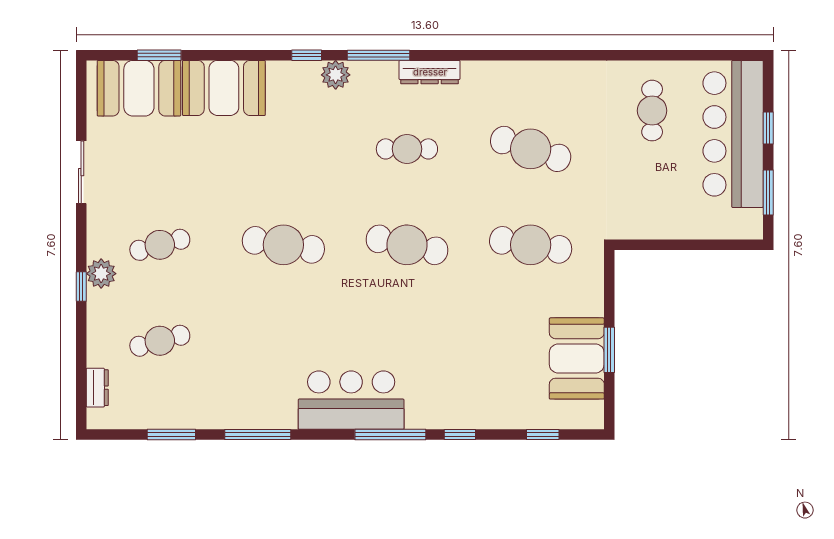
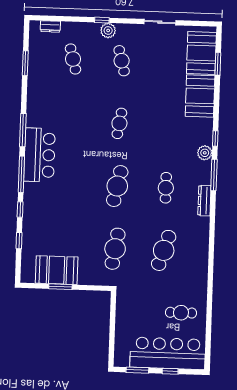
cafe table: (283, 245) -> (119, 123), width x0.73, depth x0.74
window: (258, 435) -> (23, 130), moved
window: (543, 435) -> (19, 241), moved

